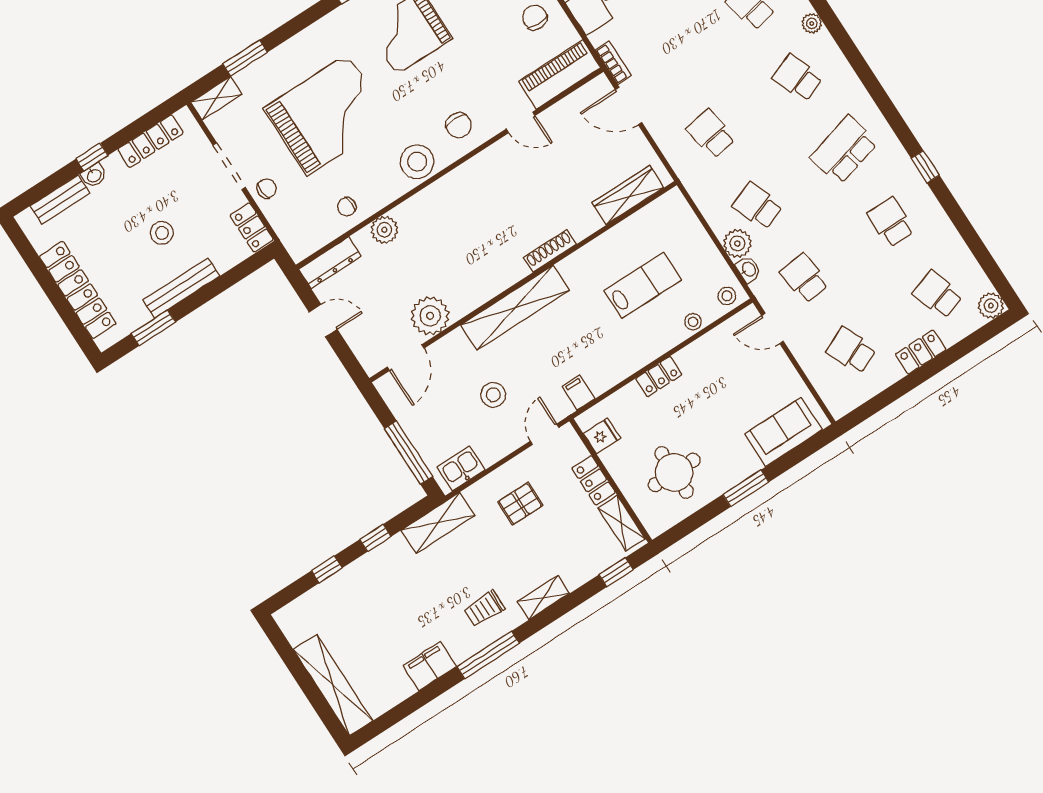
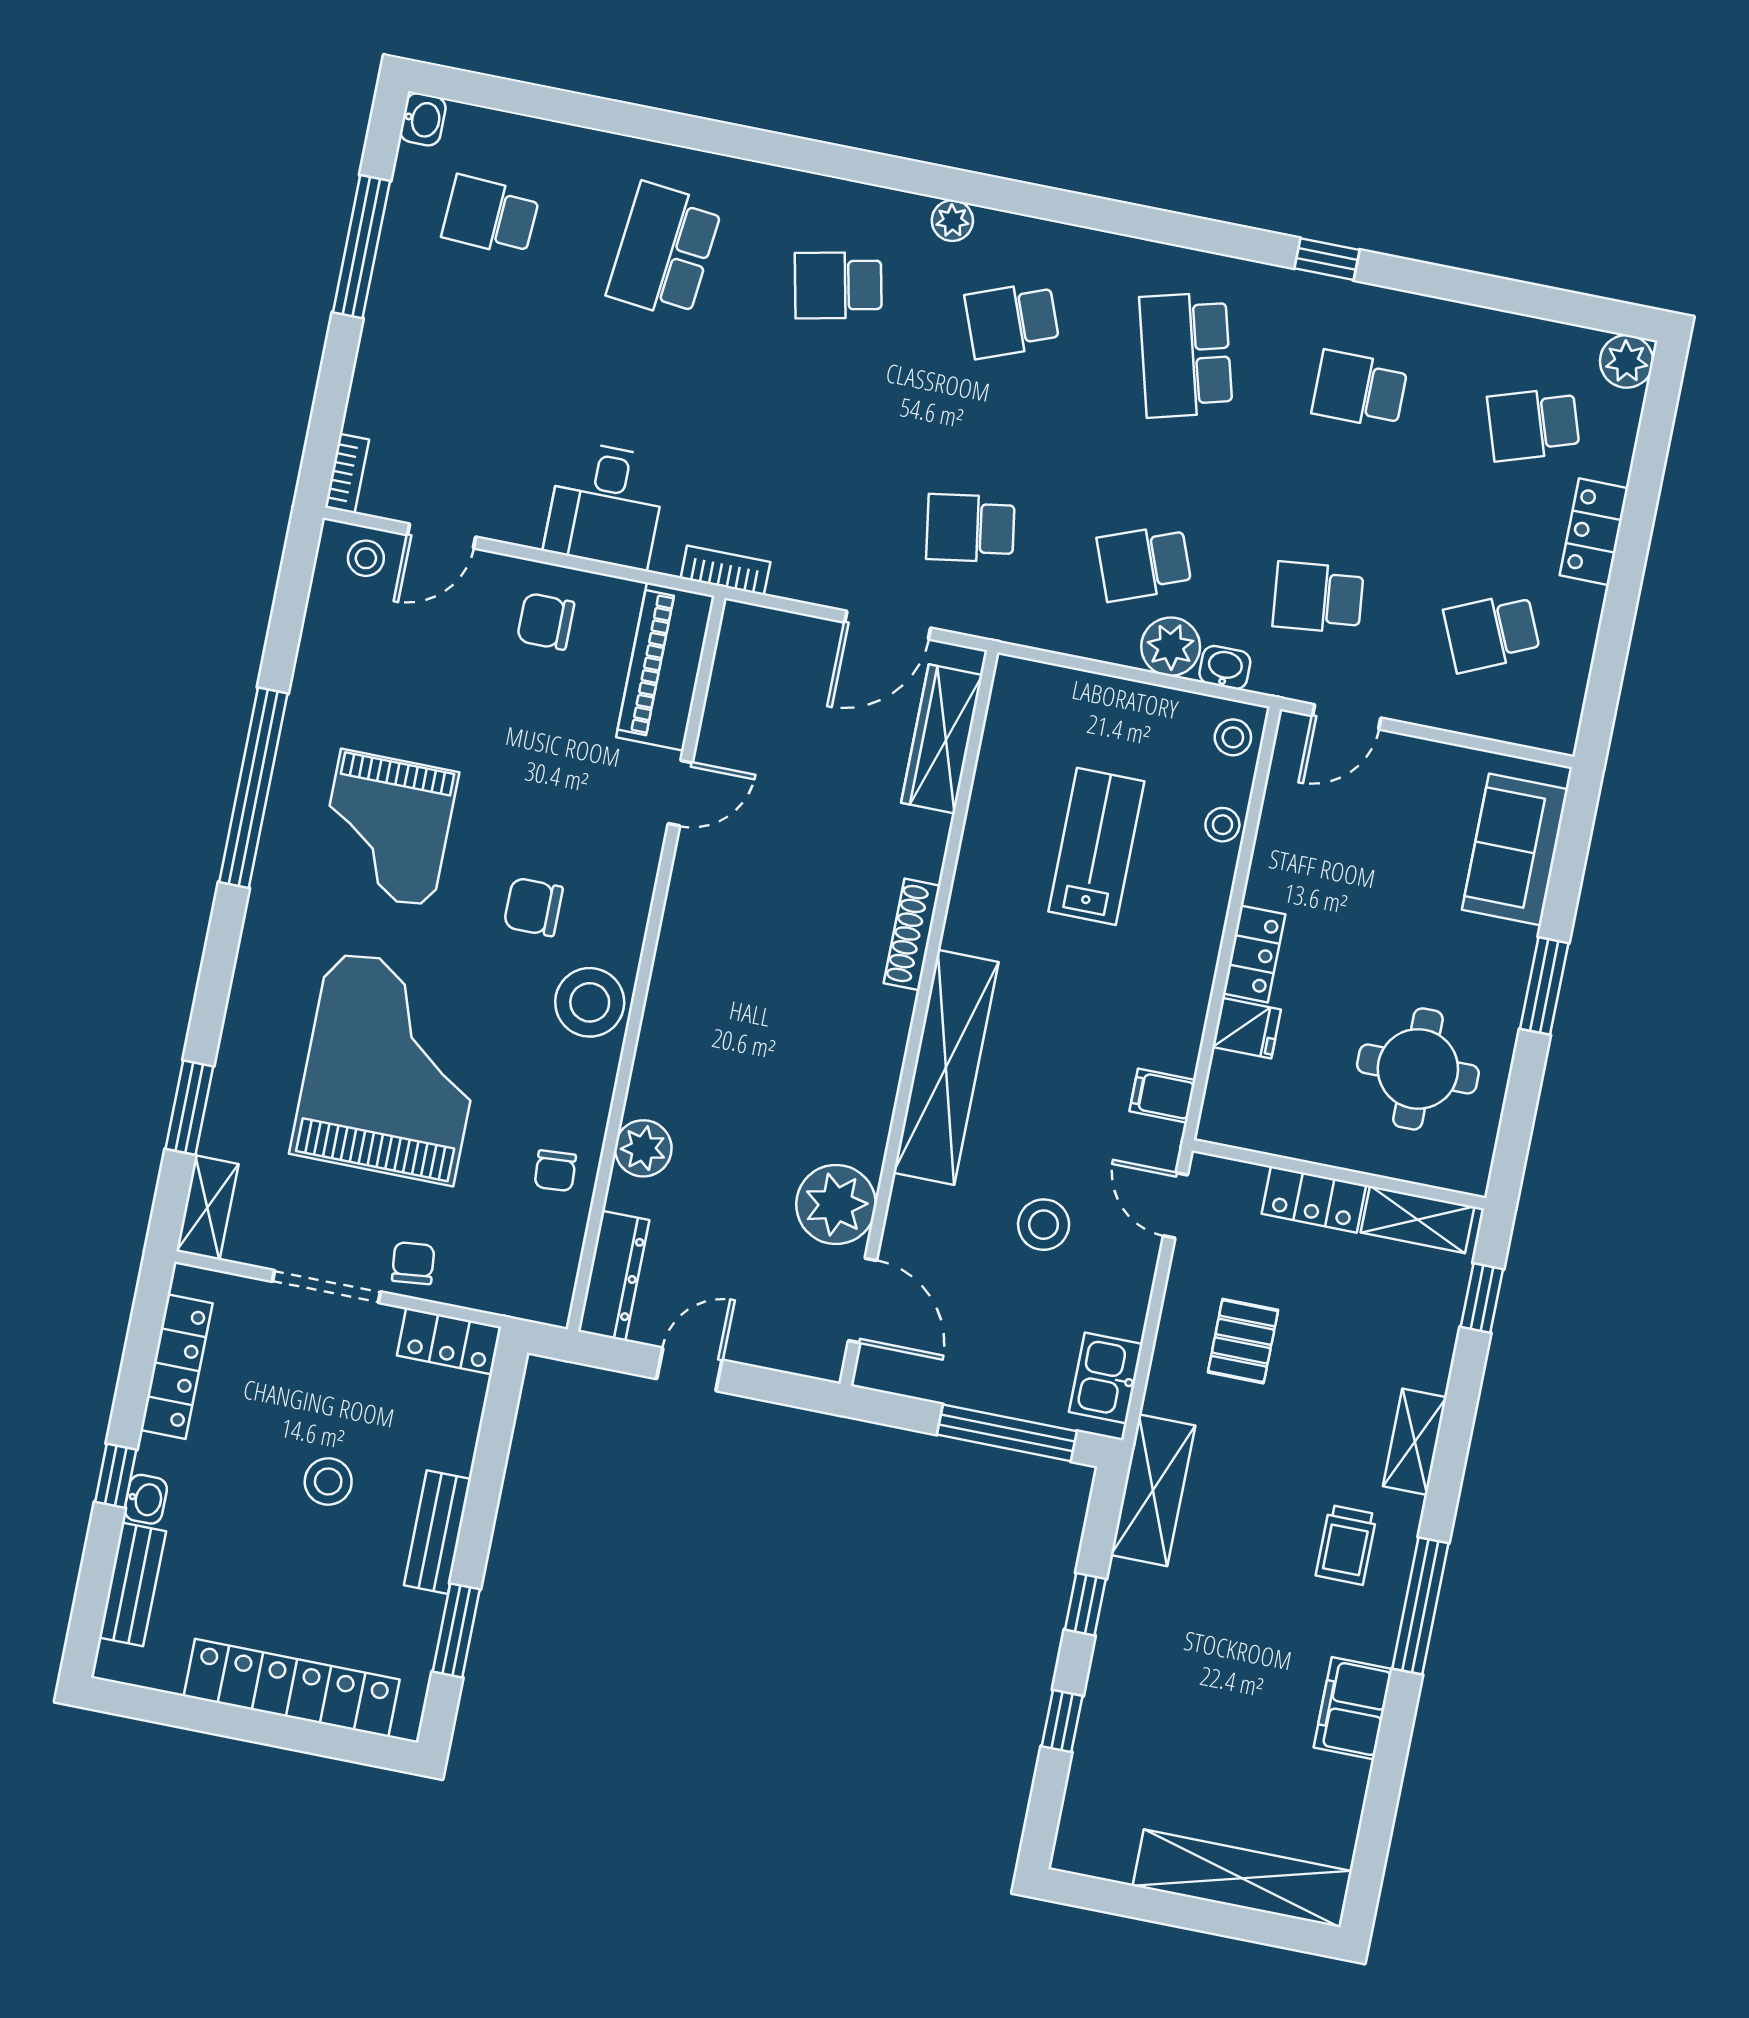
door: (629, 106) -> (888, 625), moved
chair: (459, 125) -> (533, 907), moved, turned 180
bench: (181, 288) -> (437, 1532), width x0.73
fridge: (602, 436) -> (1247, 1028), moved, turned 90

